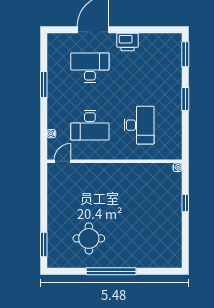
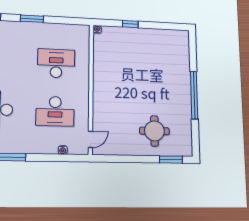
desk: (90, 125) -> (55, 111), turned 90
door: (63, 161) -> (90, 139), swing flipped
round table: (89, 238) -> (154, 131), moved

